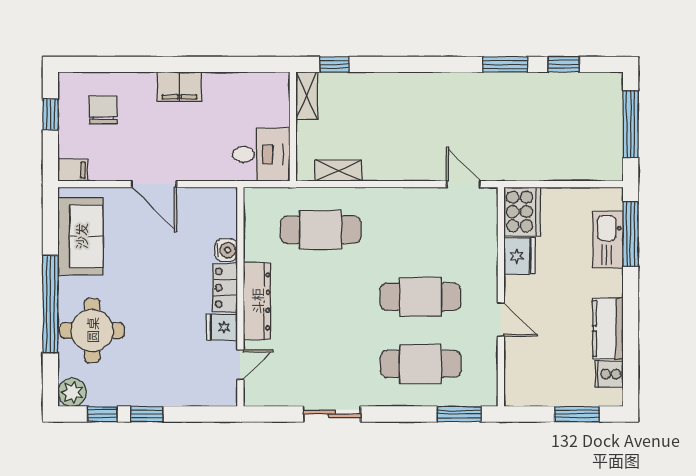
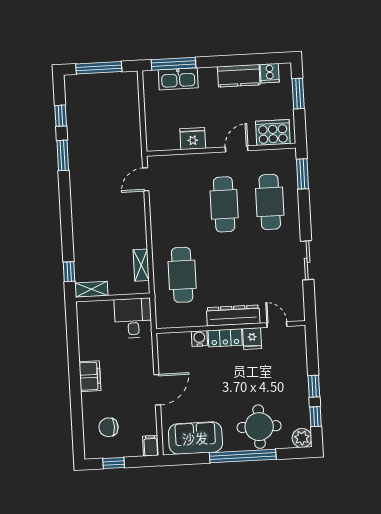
cooker: (522, 212) -> (273, 133), moved

